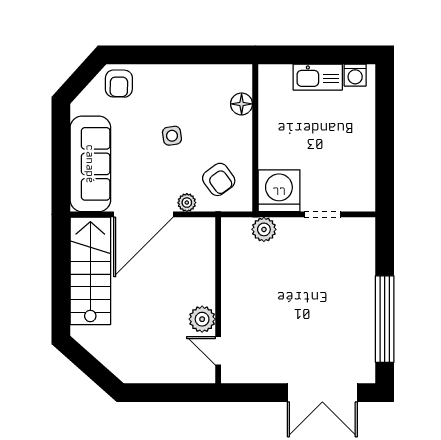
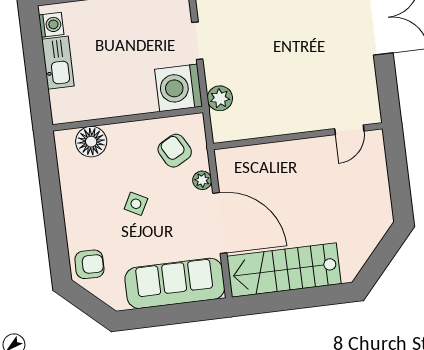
floor lamp: (242, 104) -> (91, 142), width x1.38, depth x1.38
side table: (172, 136) -> (136, 204), turned 37
armchair: (219, 179) -> (175, 151), turned -83
plant: (202, 319) -> (319, 150), removed

